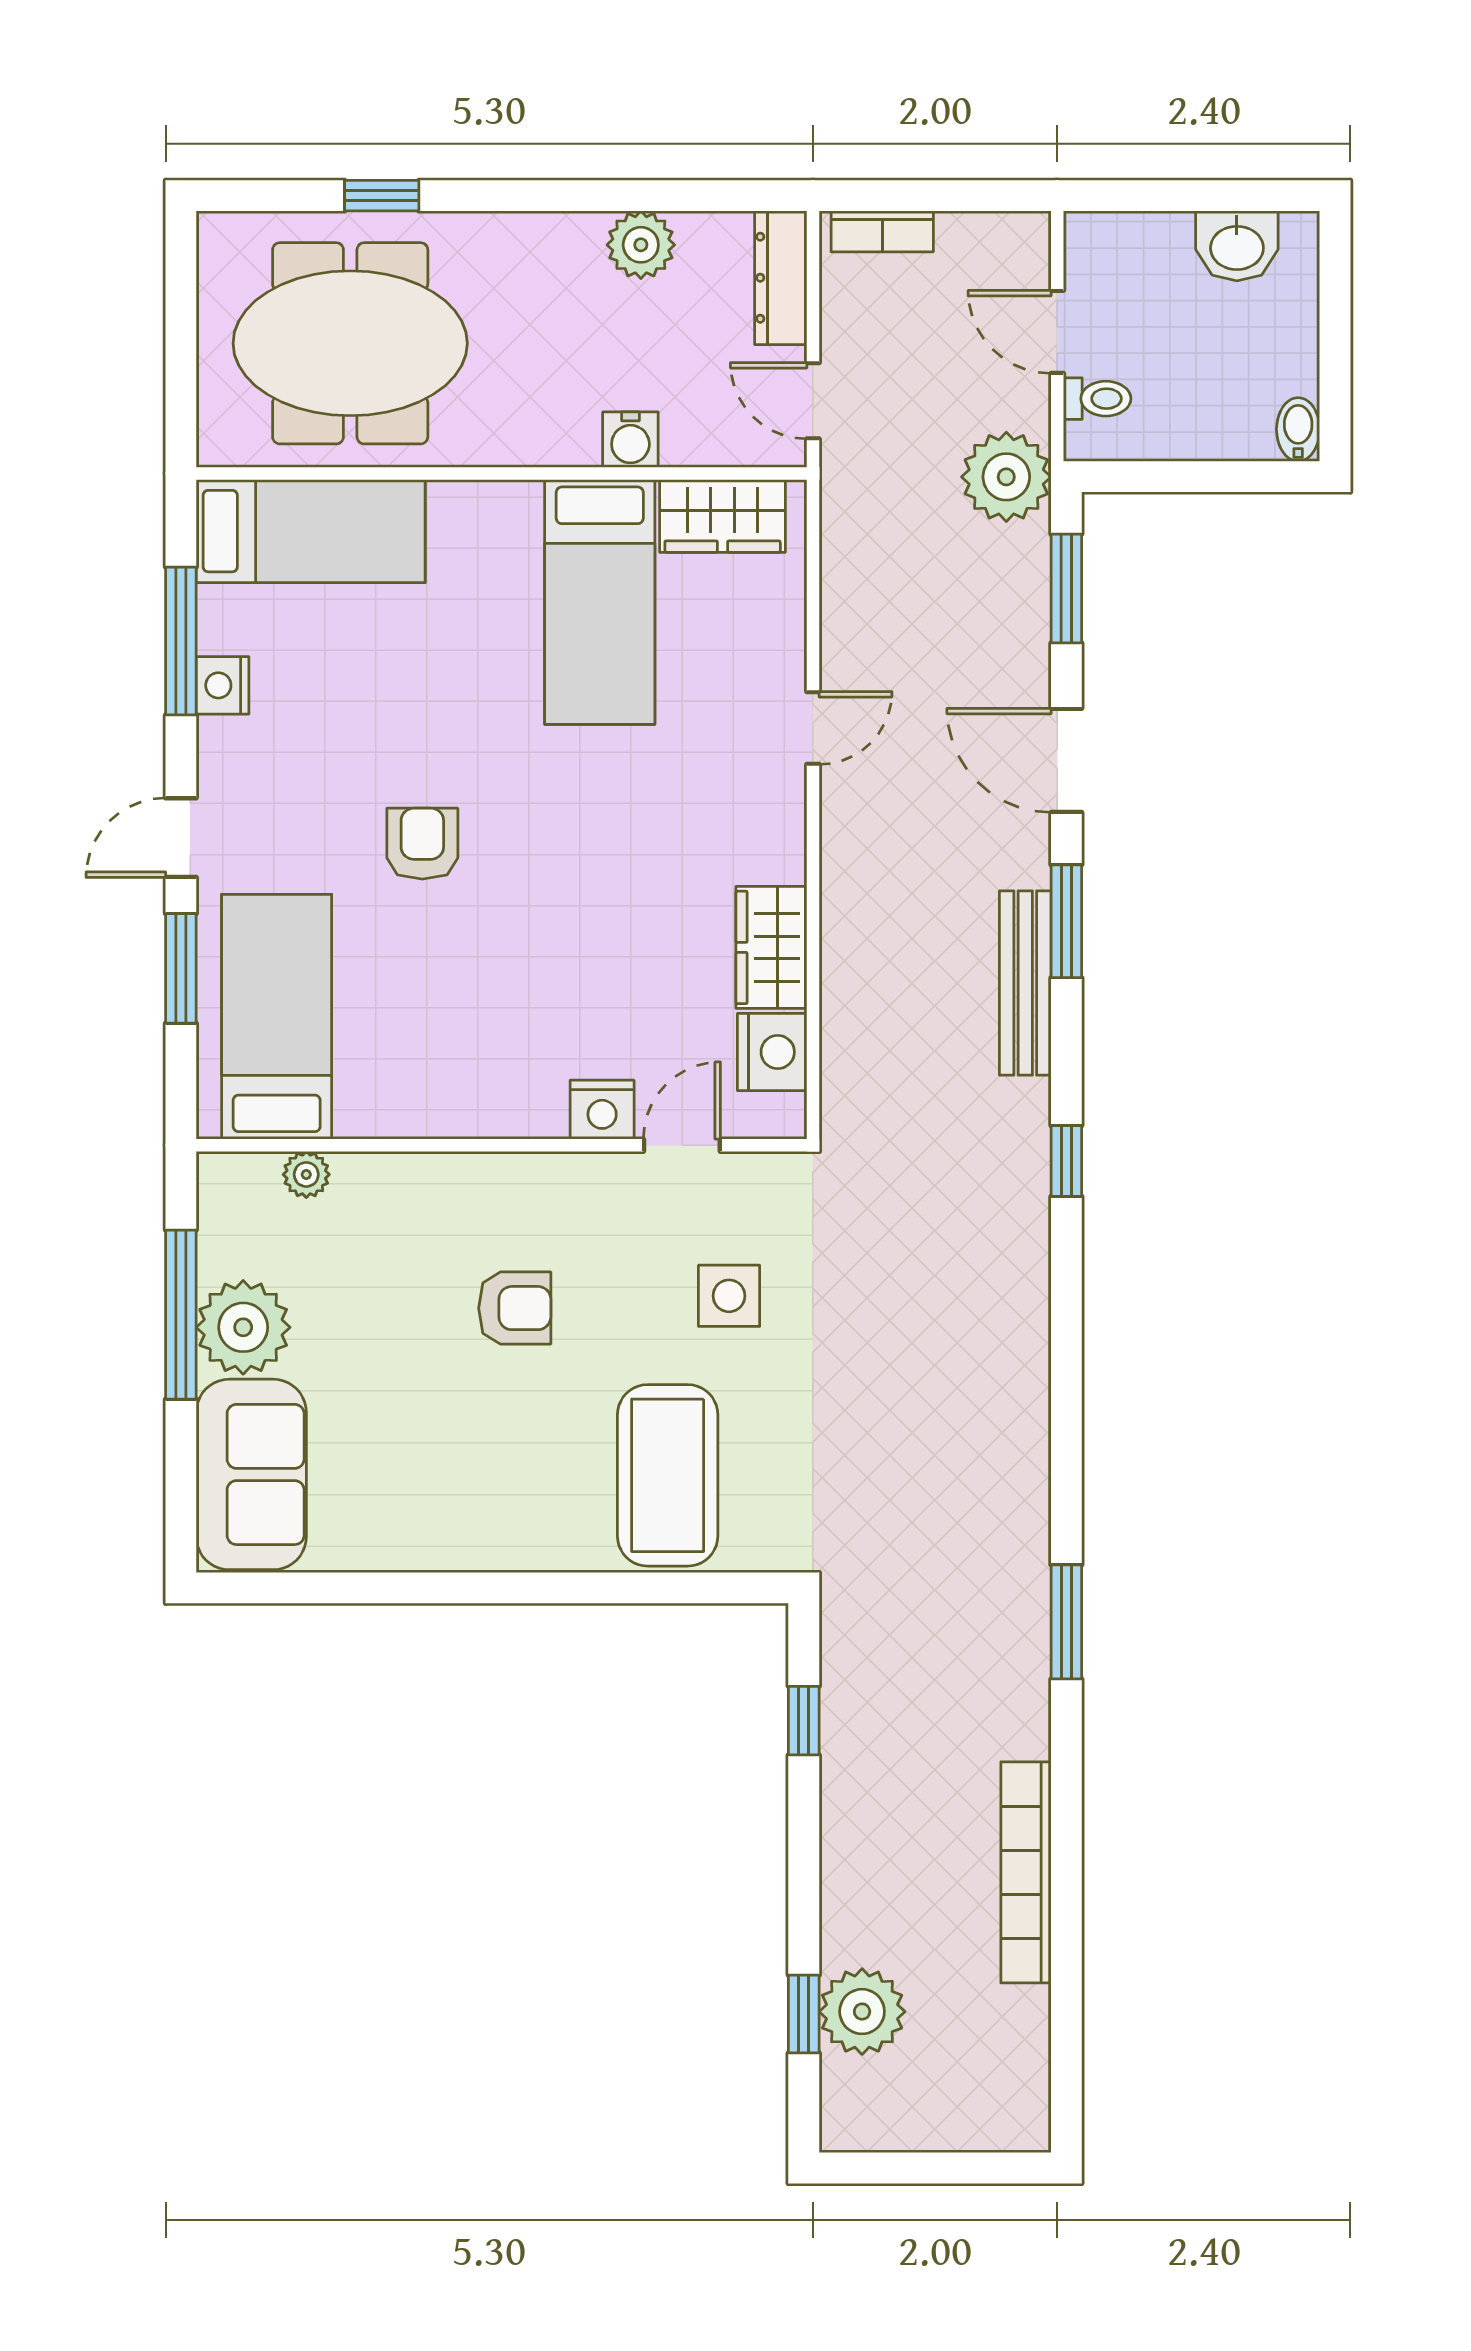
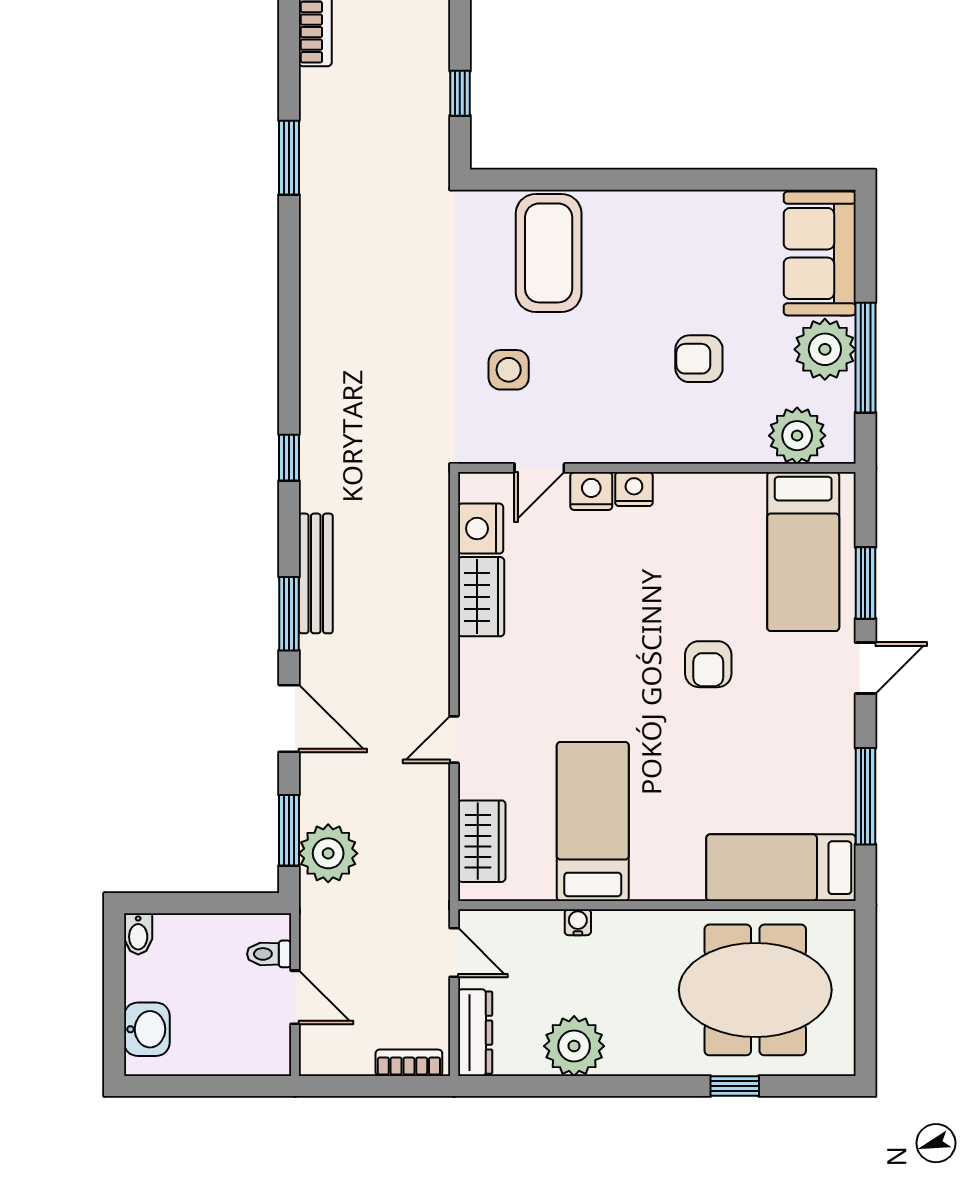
plant: (641, 245) -> (574, 1046), width x1.36, depth x1.36
washbasin: (1237, 246) -> (147, 1029), moved, turned 90
water cooler: (630, 440) -> (578, 922), width x0.72, depth x0.72
plant: (1006, 477) -> (328, 853), moved
wardrobe: (723, 516) -> (482, 841), moved, turned 90
nightstand: (223, 685) -> (634, 489), moved, turned -90
plant: (306, 1174) -> (797, 436), width x1.87, depth x1.87
armchair: (515, 1308) -> (699, 359), moved

